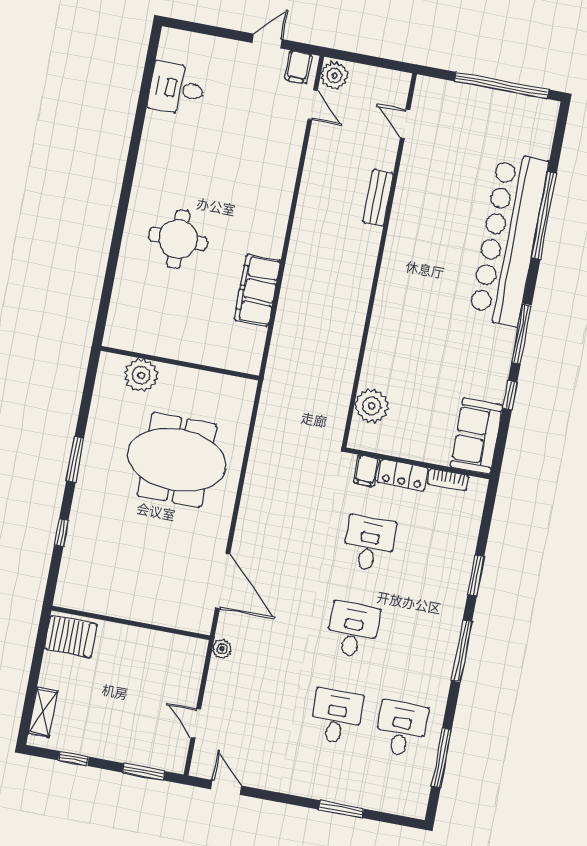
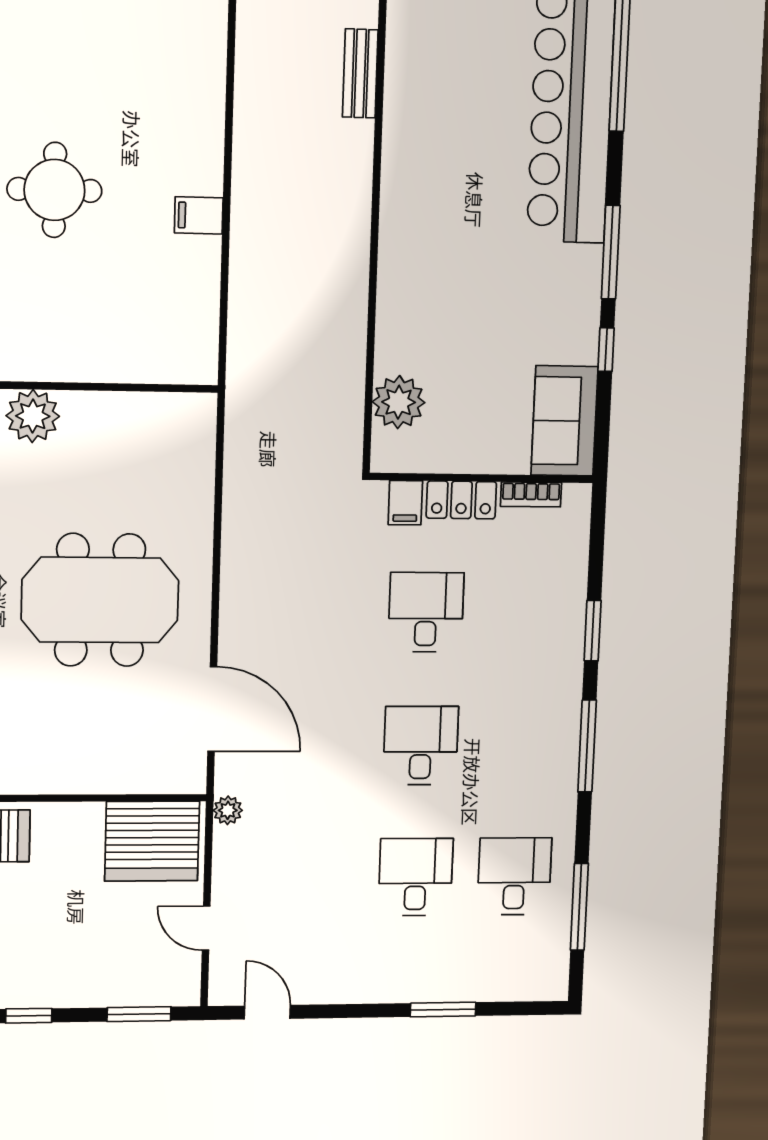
filing cabinet: (257, 290) -> (199, 215), width x0.33, depth x0.86
meeting table: (177, 460) -> (100, 600), moved
server rack: (171, 660) -> (152, 841), added

